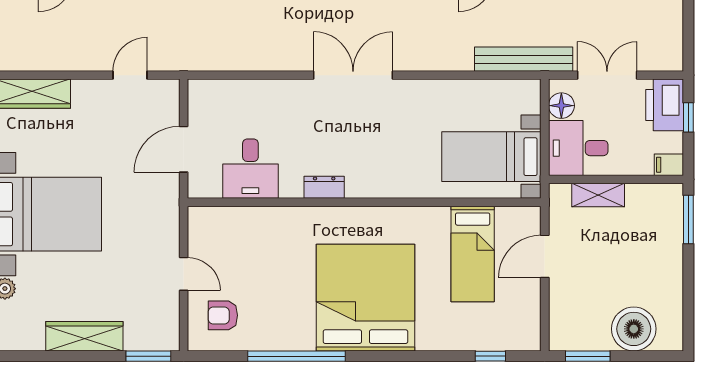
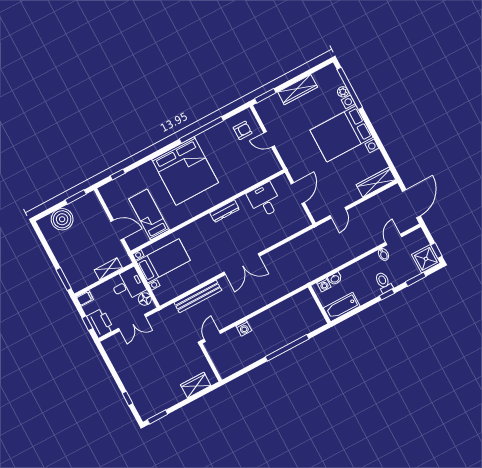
bench: (524, 59) -> (198, 296), moved
dresser: (324, 187) -> (225, 211), width x1.44
door: (545, 256) -> (117, 230), hinge flipped

